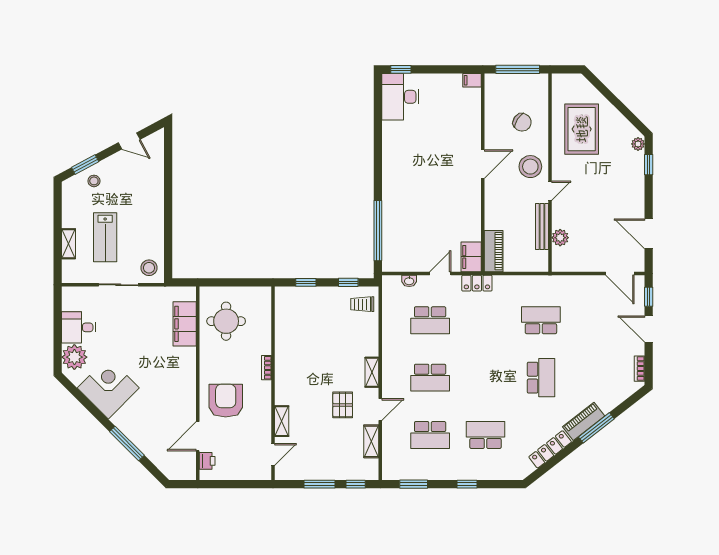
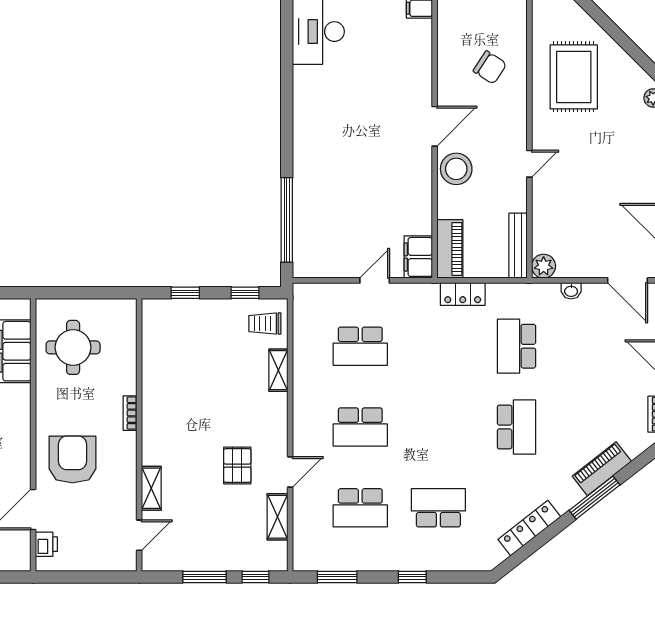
stool: (530, 167) -> (456, 169), moved
bench: (542, 227) -> (518, 246), moved
plant: (560, 238) -> (544, 266), moved
washbasin: (409, 281) -> (571, 291), moved
locker: (477, 283) -> (463, 294), moved
school desk: (541, 320) -> (516, 346), turned -90
shelving: (372, 372) -> (278, 370), moved
piano: (584, 421) -> (602, 469), moved

